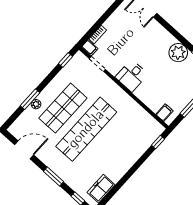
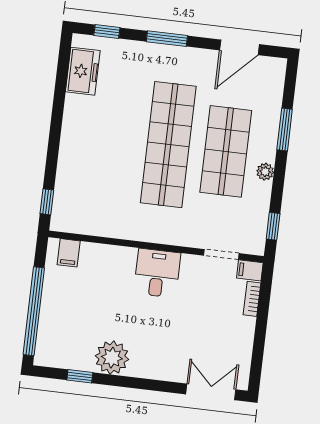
plant: (36, 104) -> (265, 172), moved

